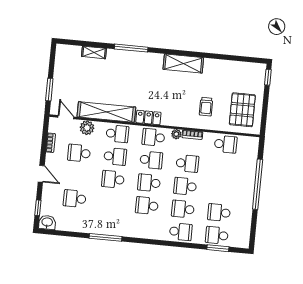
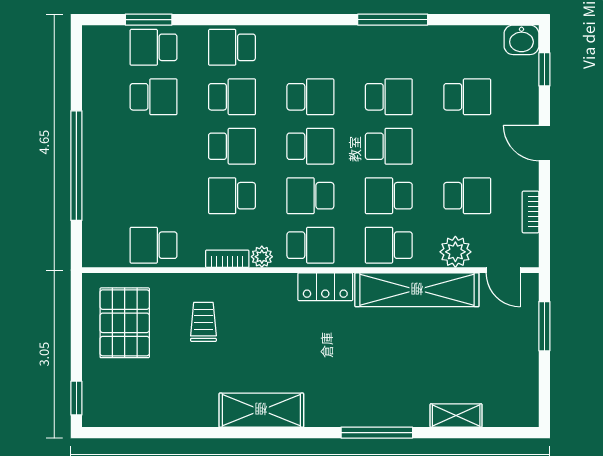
school desk: (111, 202) -> (389, 97), added
school desk: (217, 235) -> (154, 47), turned 180

